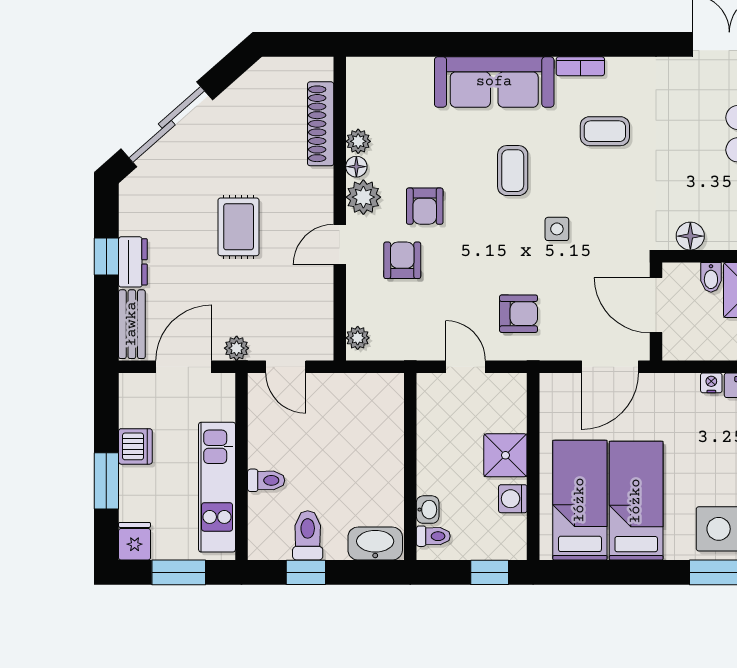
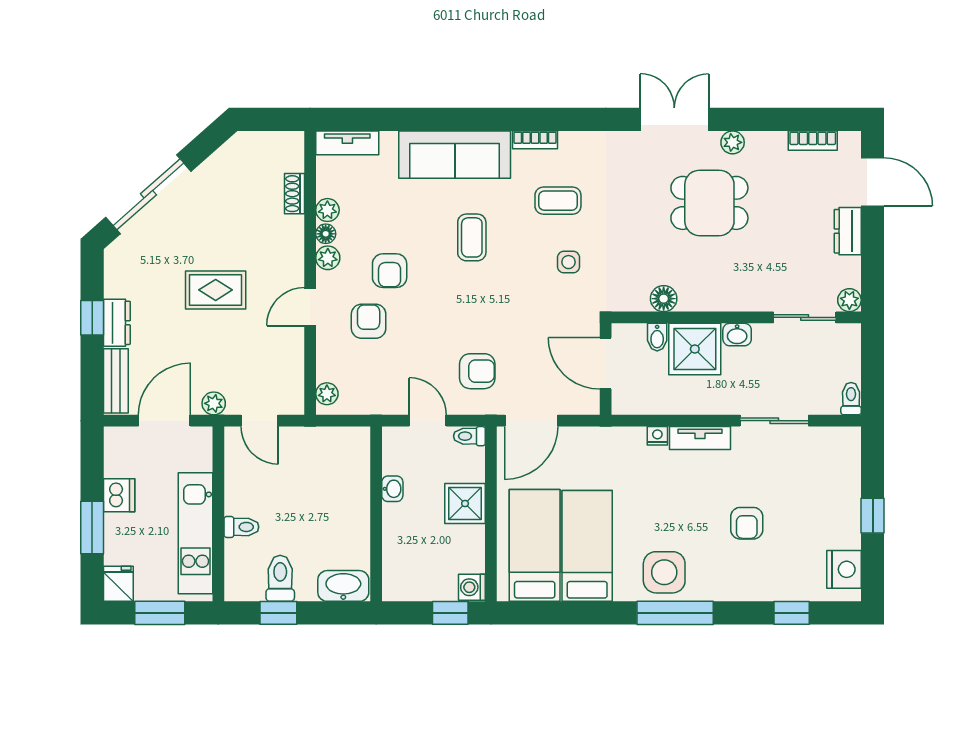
tv unit: (379, 69) -> (347, 143), added
shoe rack: (321, 124) -> (295, 194), width x0.51, depth x0.81
plant: (363, 197) -> (328, 258), width x0.73, depth x0.73
rug: (239, 227) -> (216, 290), turned 90
side table: (557, 229) -> (569, 262), moved
floor lamp: (690, 236) -> (664, 299), moved
door: (610, 367) -> (531, 421), moved
washing machine: (513, 499) -> (472, 587), moved
washbasin: (428, 510) -> (392, 489), moved
toilet: (433, 536) -> (469, 436), moved, turned 180

